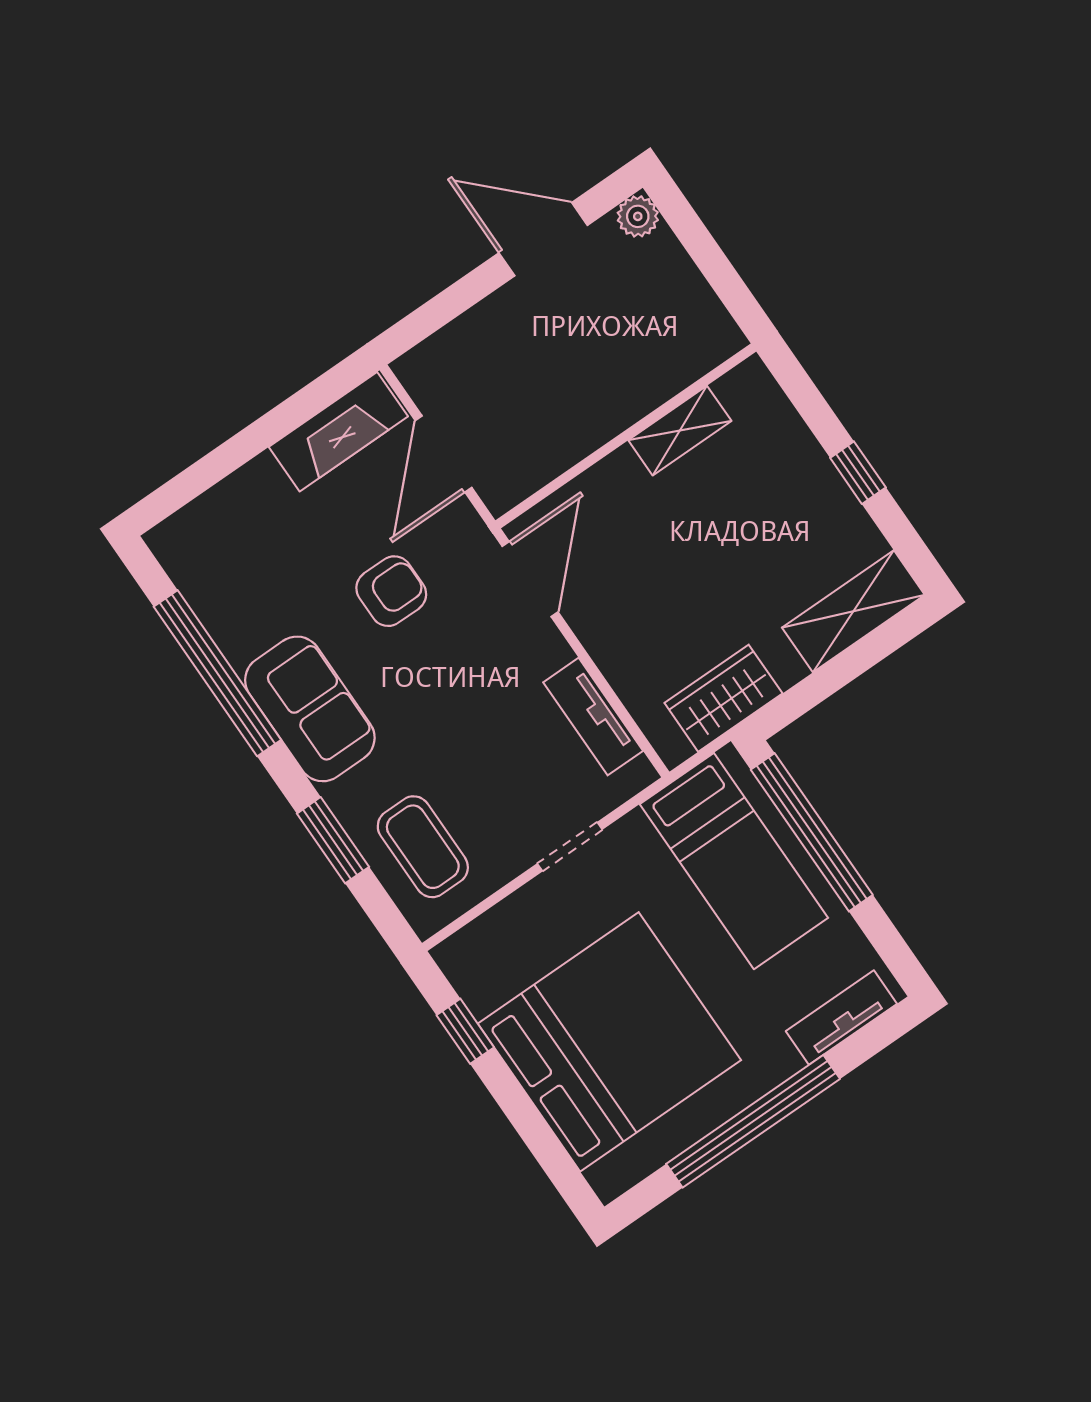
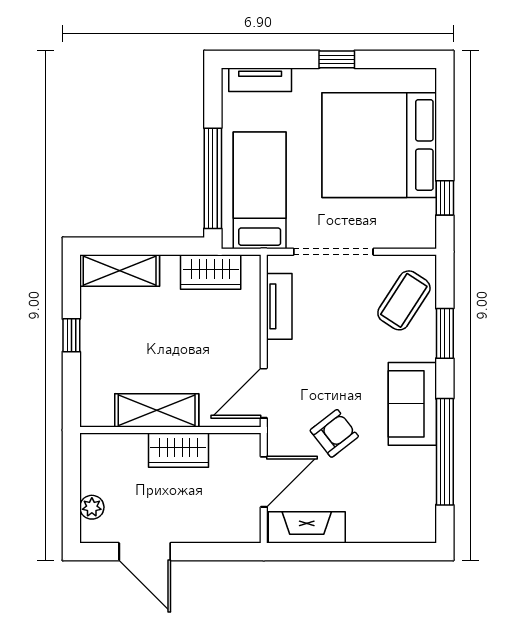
plant: (638, 216) -> (92, 507), moved
wardrobe: (595, 415) -> (178, 450), added
shelving: (680, 431) -> (157, 410), width x1.50, depth x1.33
armchair: (391, 591) -> (334, 433), turned 142
coffee table: (423, 847) -> (404, 300), turned 33
doorway: (570, 847) -> (333, 252), width x1.88
window: (753, 1121) -> (337, 59), width x0.32

